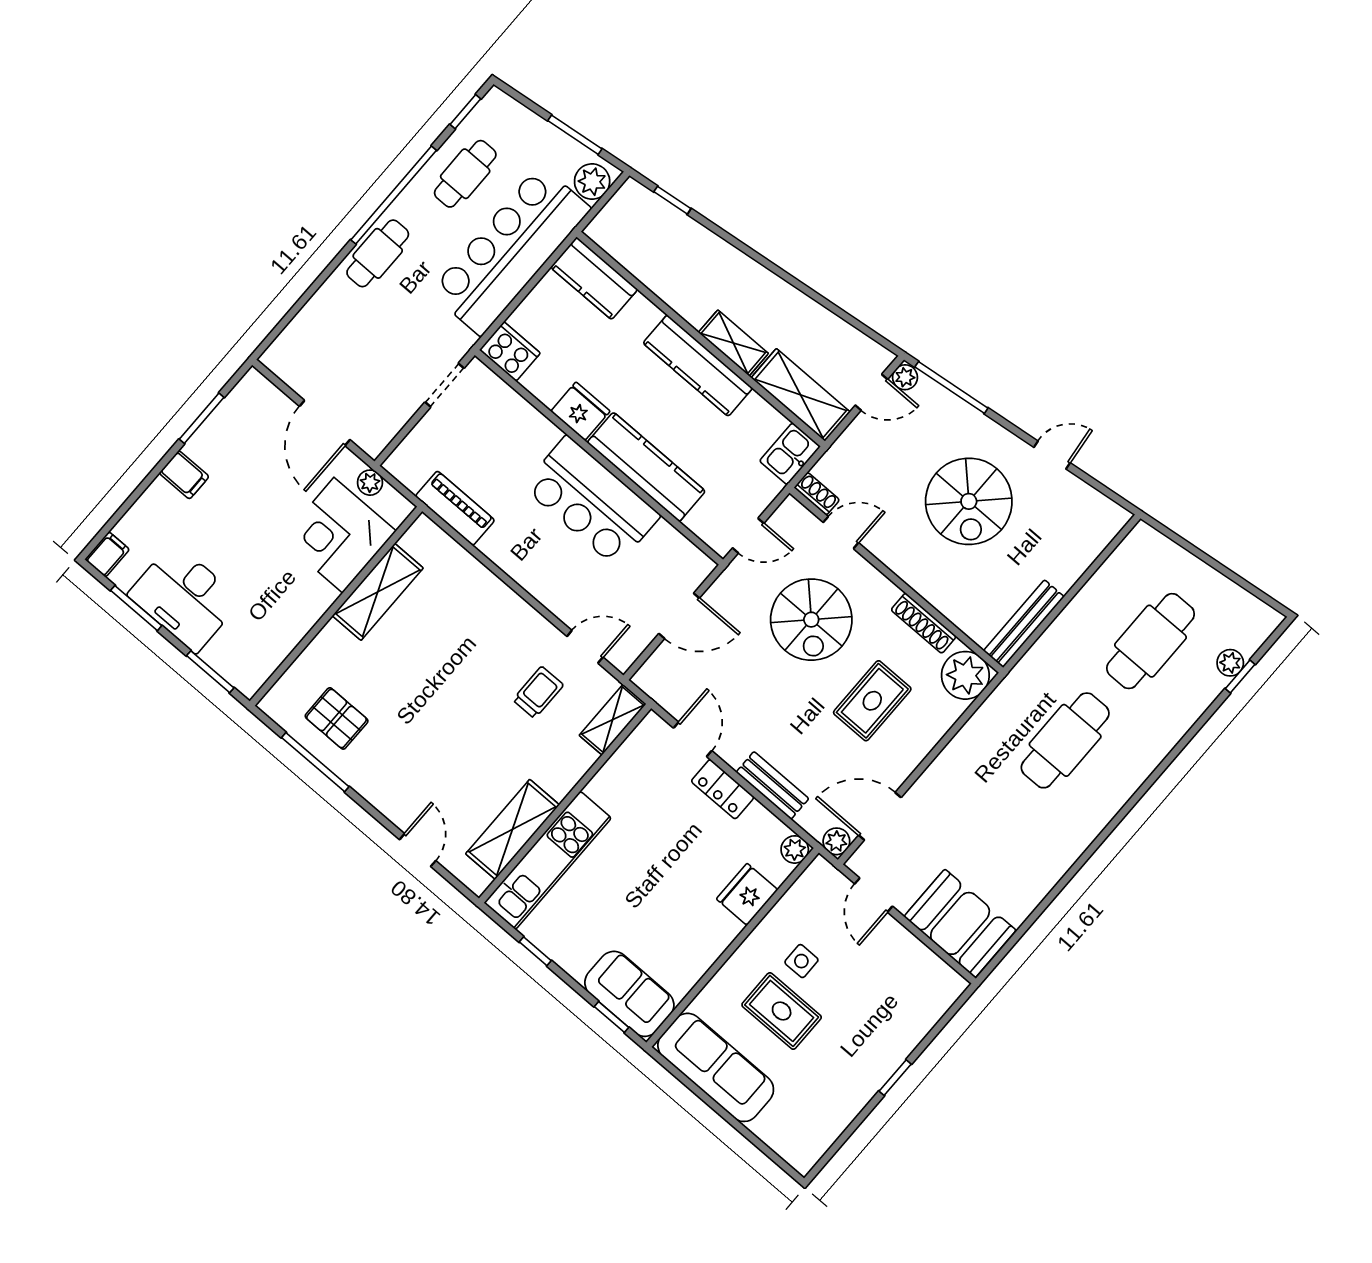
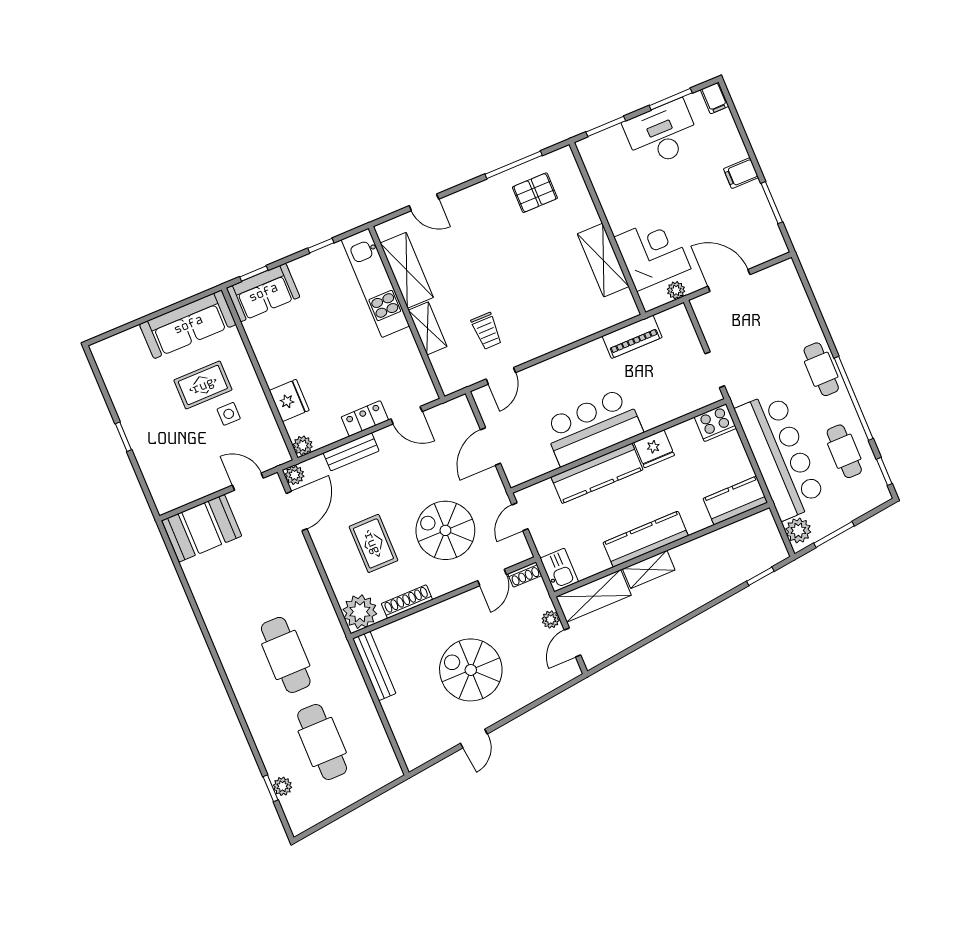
plant: (905, 377) -> (551, 619), moved
window: (951, 387) -> (550, 696), removed
shelving: (613, 720) -> (428, 328), moved

